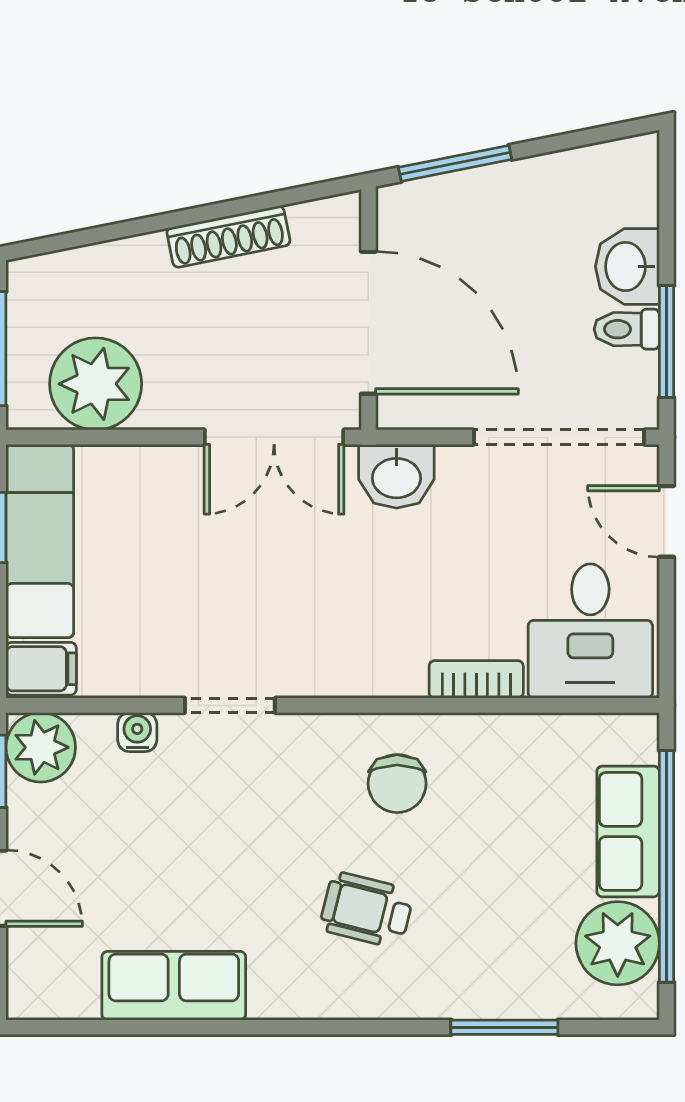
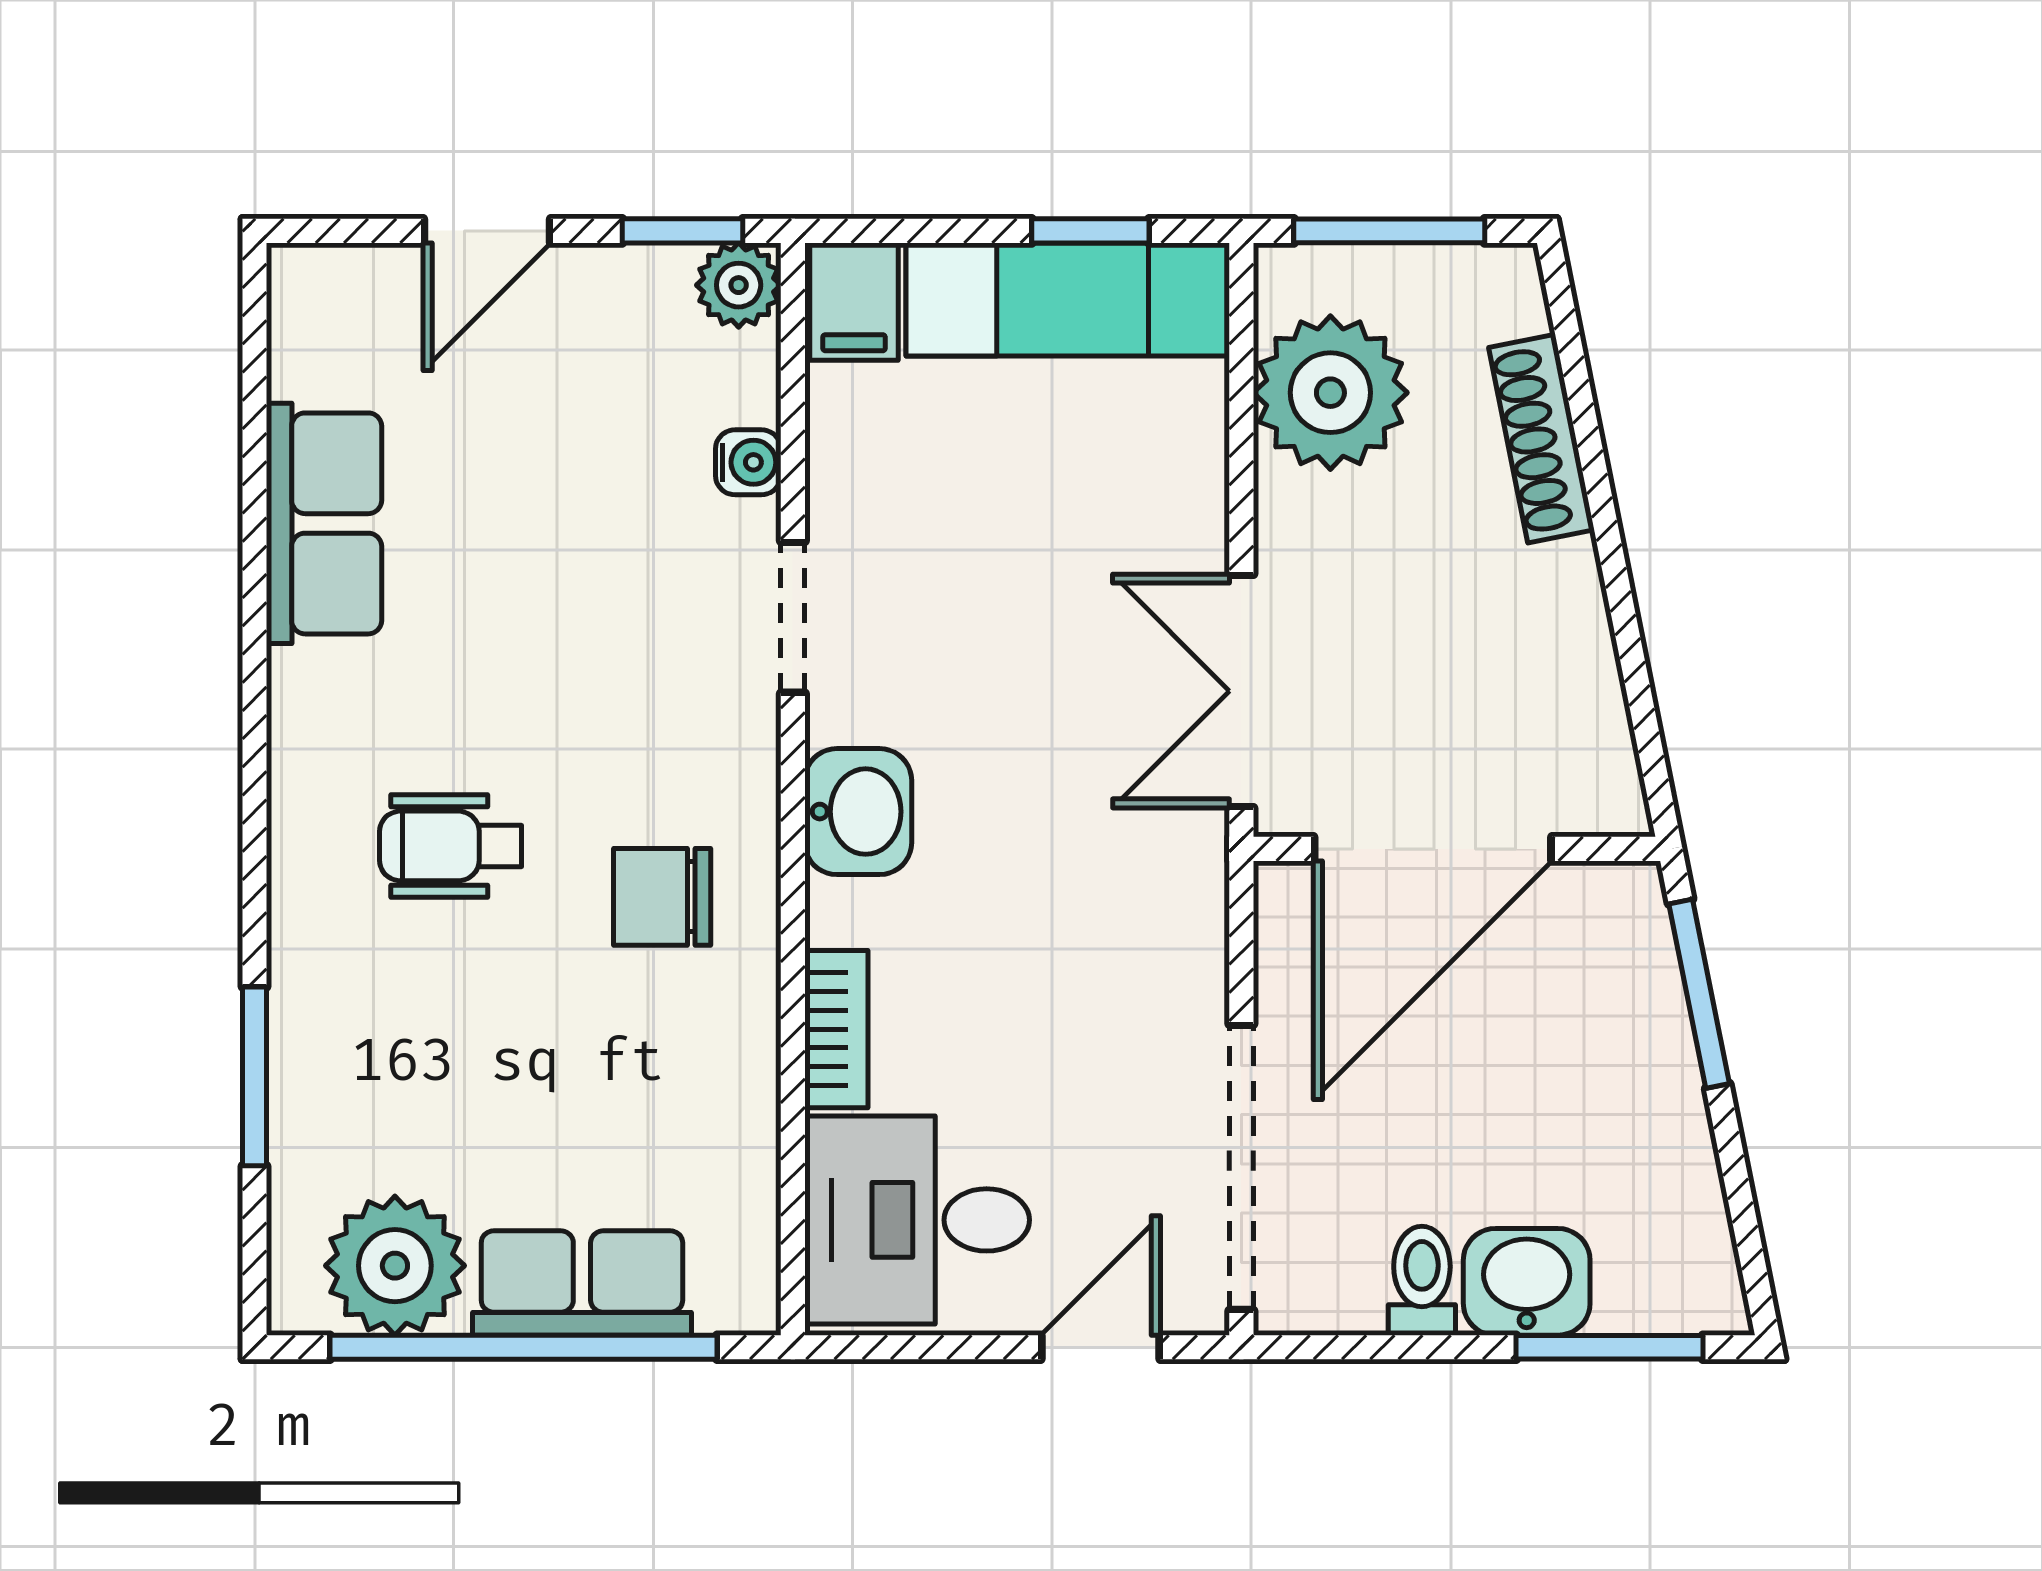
shoe rack: (228, 237) -> (1541, 439), moved
window: (666, 342) -> (1610, 1347), moved
washbasin: (396, 476) -> (858, 812), moved, turned 180
plant: (41, 747) -> (739, 285), width x0.73, depth x0.73
wheelchair: (367, 910) -> (451, 846), turned -104

